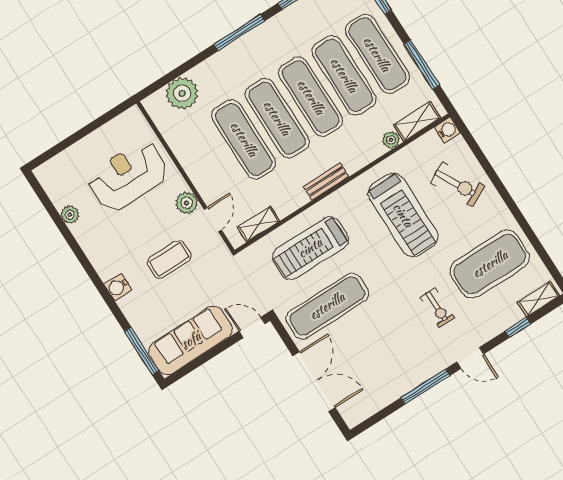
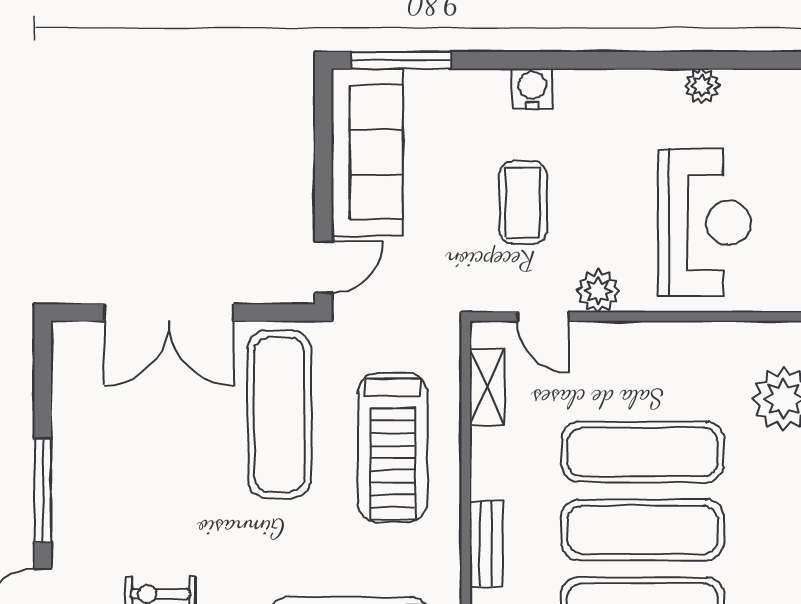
treadmill: (310, 248) -> (393, 447), turned 180

